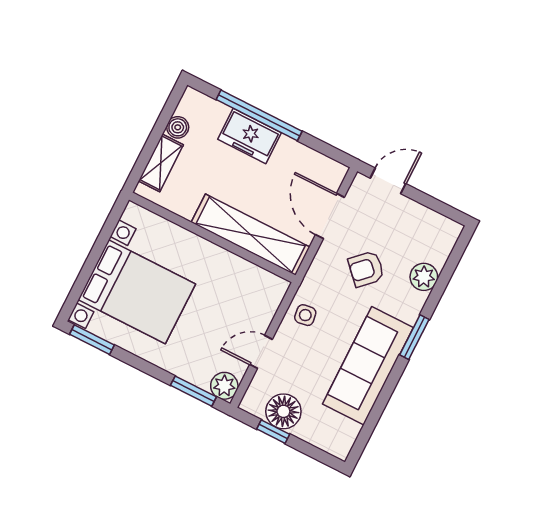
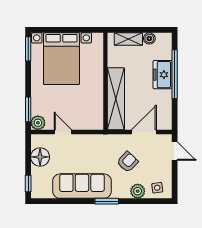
armchair: (366, 269) -> (128, 162), turned 87
side table: (305, 315) -> (157, 188), moved
window: (273, 432) -> (28, 184), moved

